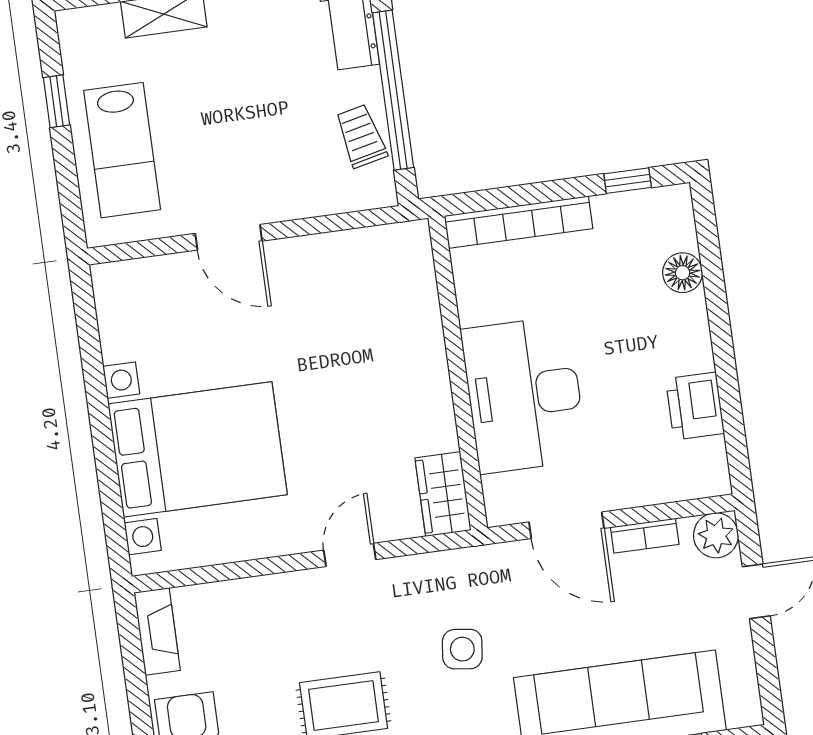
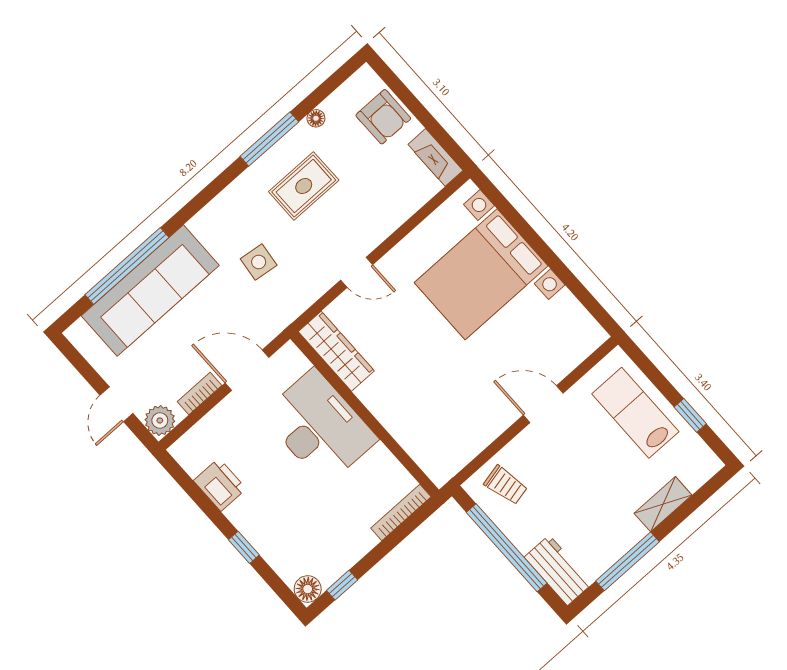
trolley: (361, 136) -> (506, 485), moved
bookcase: (518, 222) -> (401, 513), width x0.68, depth x0.76
floor lamp: (683, 273) -> (308, 589), moved
window: (718, 309) -> (244, 547), added
wardrobe: (443, 494) -> (336, 351), width x1.50
door: (350, 555) -> (357, 272), hinge flipped

